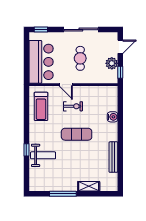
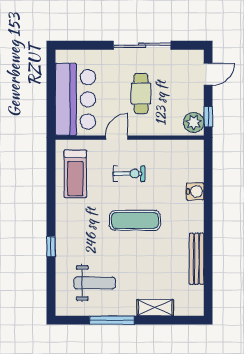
window: (41, 30) -> (75, 45), removed
plant: (112, 63) -> (194, 122), moved
door: (66, 85) -> (117, 138), swing flipped
weight bench: (43, 155) -> (95, 283), moved

